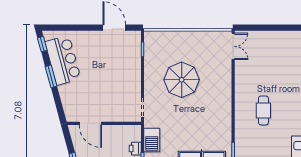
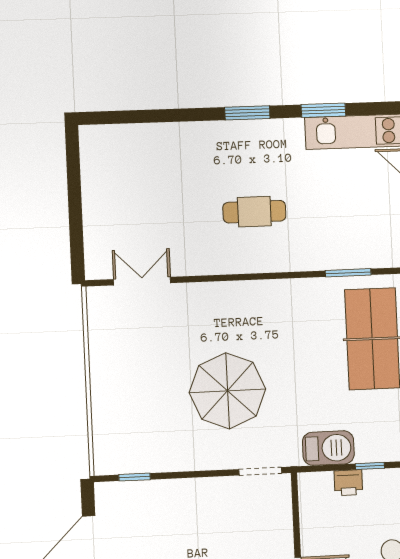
double door: (233, 46) -> (142, 281), moved
parasol: (182, 80) -> (227, 391), moved

